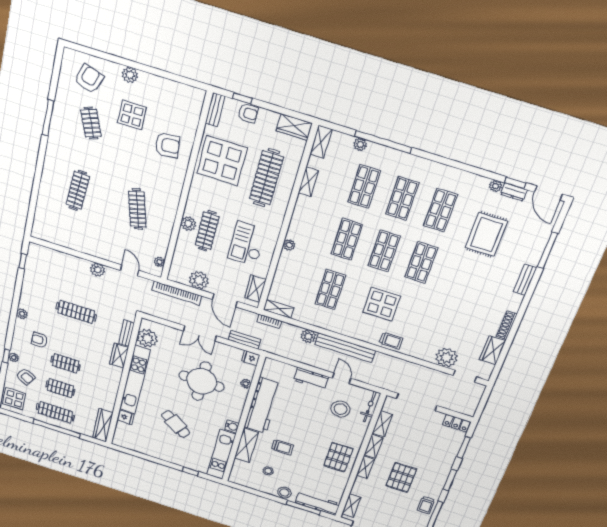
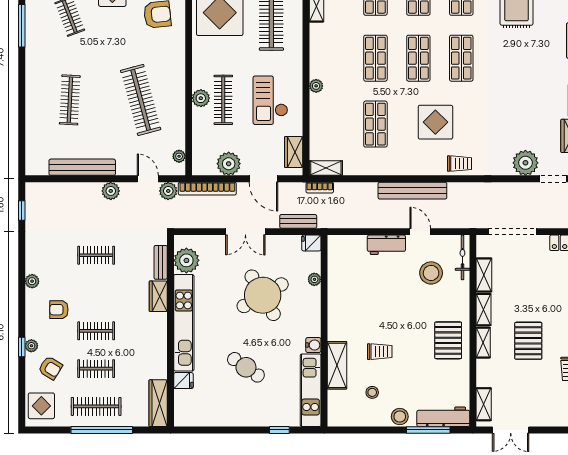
clothes rail: (137, 209) -> (141, 100), width x1.37, depth x1.31
bench: (78, 245) -> (82, 167), added
clothes rail: (76, 312) -> (96, 255), width x0.73
plant: (308, 336) -> (168, 191), moved
round table: (202, 381) -> (263, 295), turned -30
workbench: (263, 406) -> (341, 302), removed

